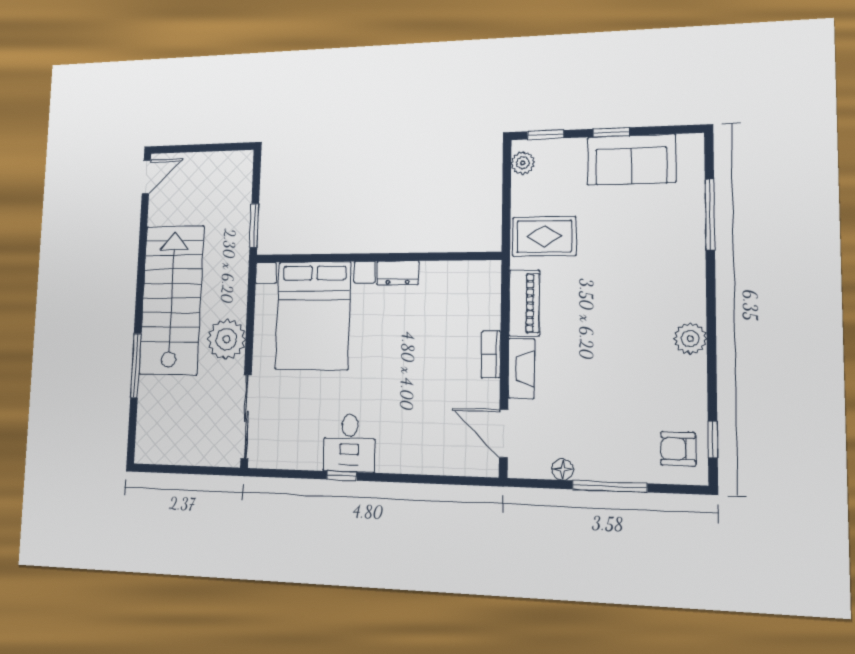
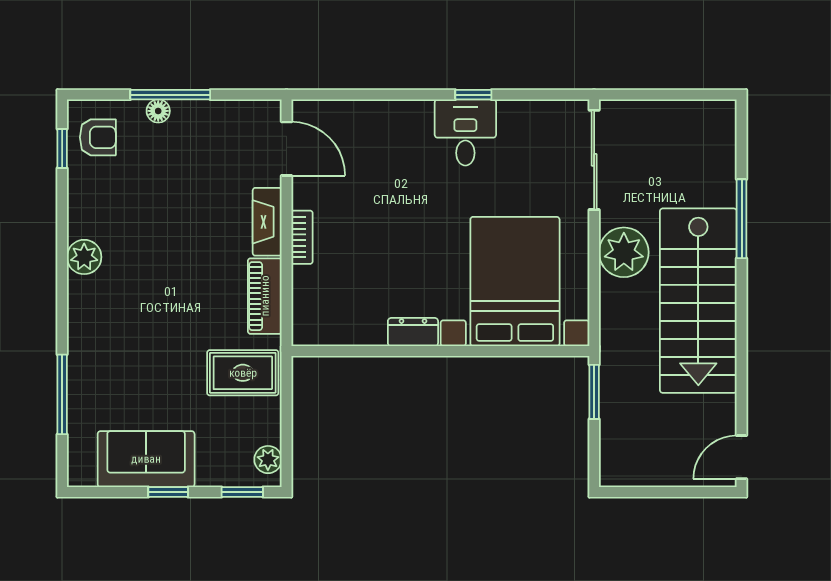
floor lamp: (563, 469) -> (158, 111), moved

